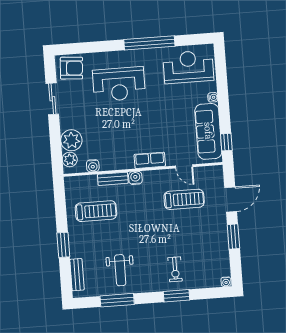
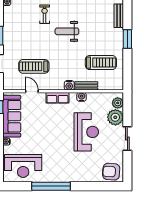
reception desk: (119, 84) -> (86, 132), moved, turned 90
sliding door: (52, 99) -> (127, 139), moved
water cooler: (93, 166) -> (82, 97), moved
treadmill: (96, 211) -> (101, 63), turned 180
weight bench: (120, 270) -> (67, 31), moved, turned -90

